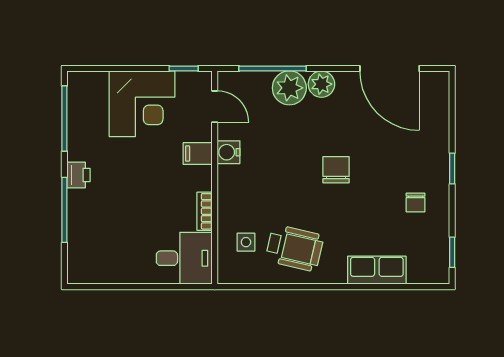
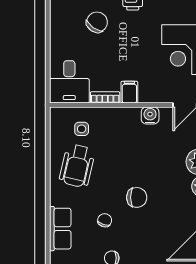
filing cabinet: (198, 154) -> (129, 92), moved
chair: (366, 212) -> (105, 220), added
chair: (106, 222) -> (97, 22), added

